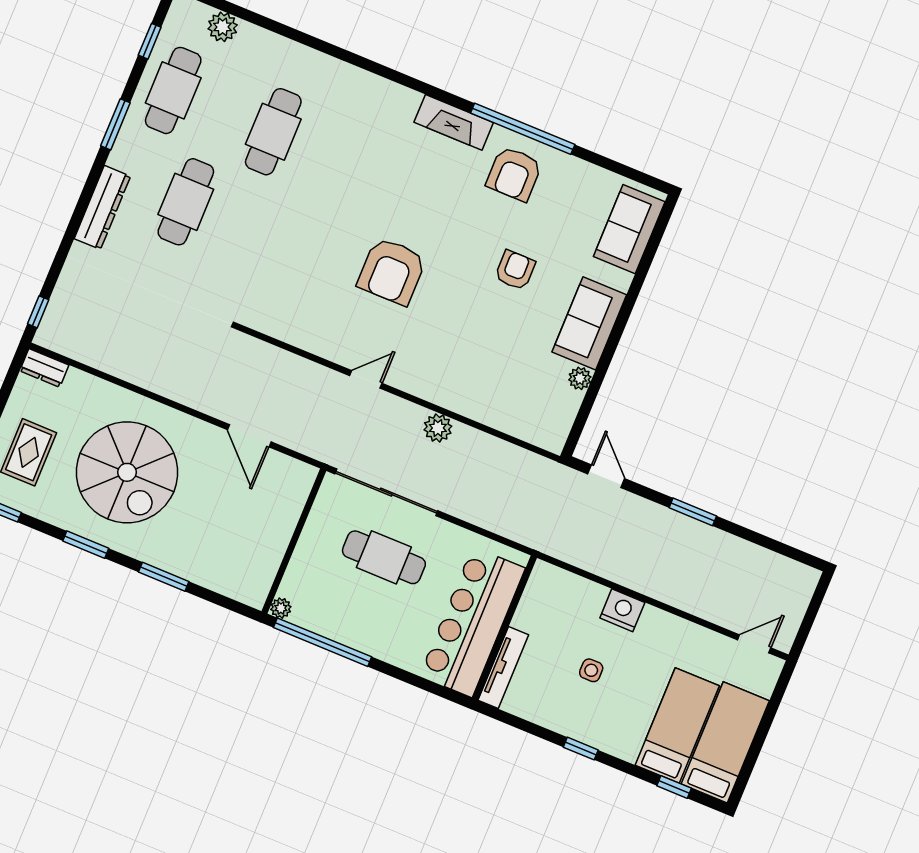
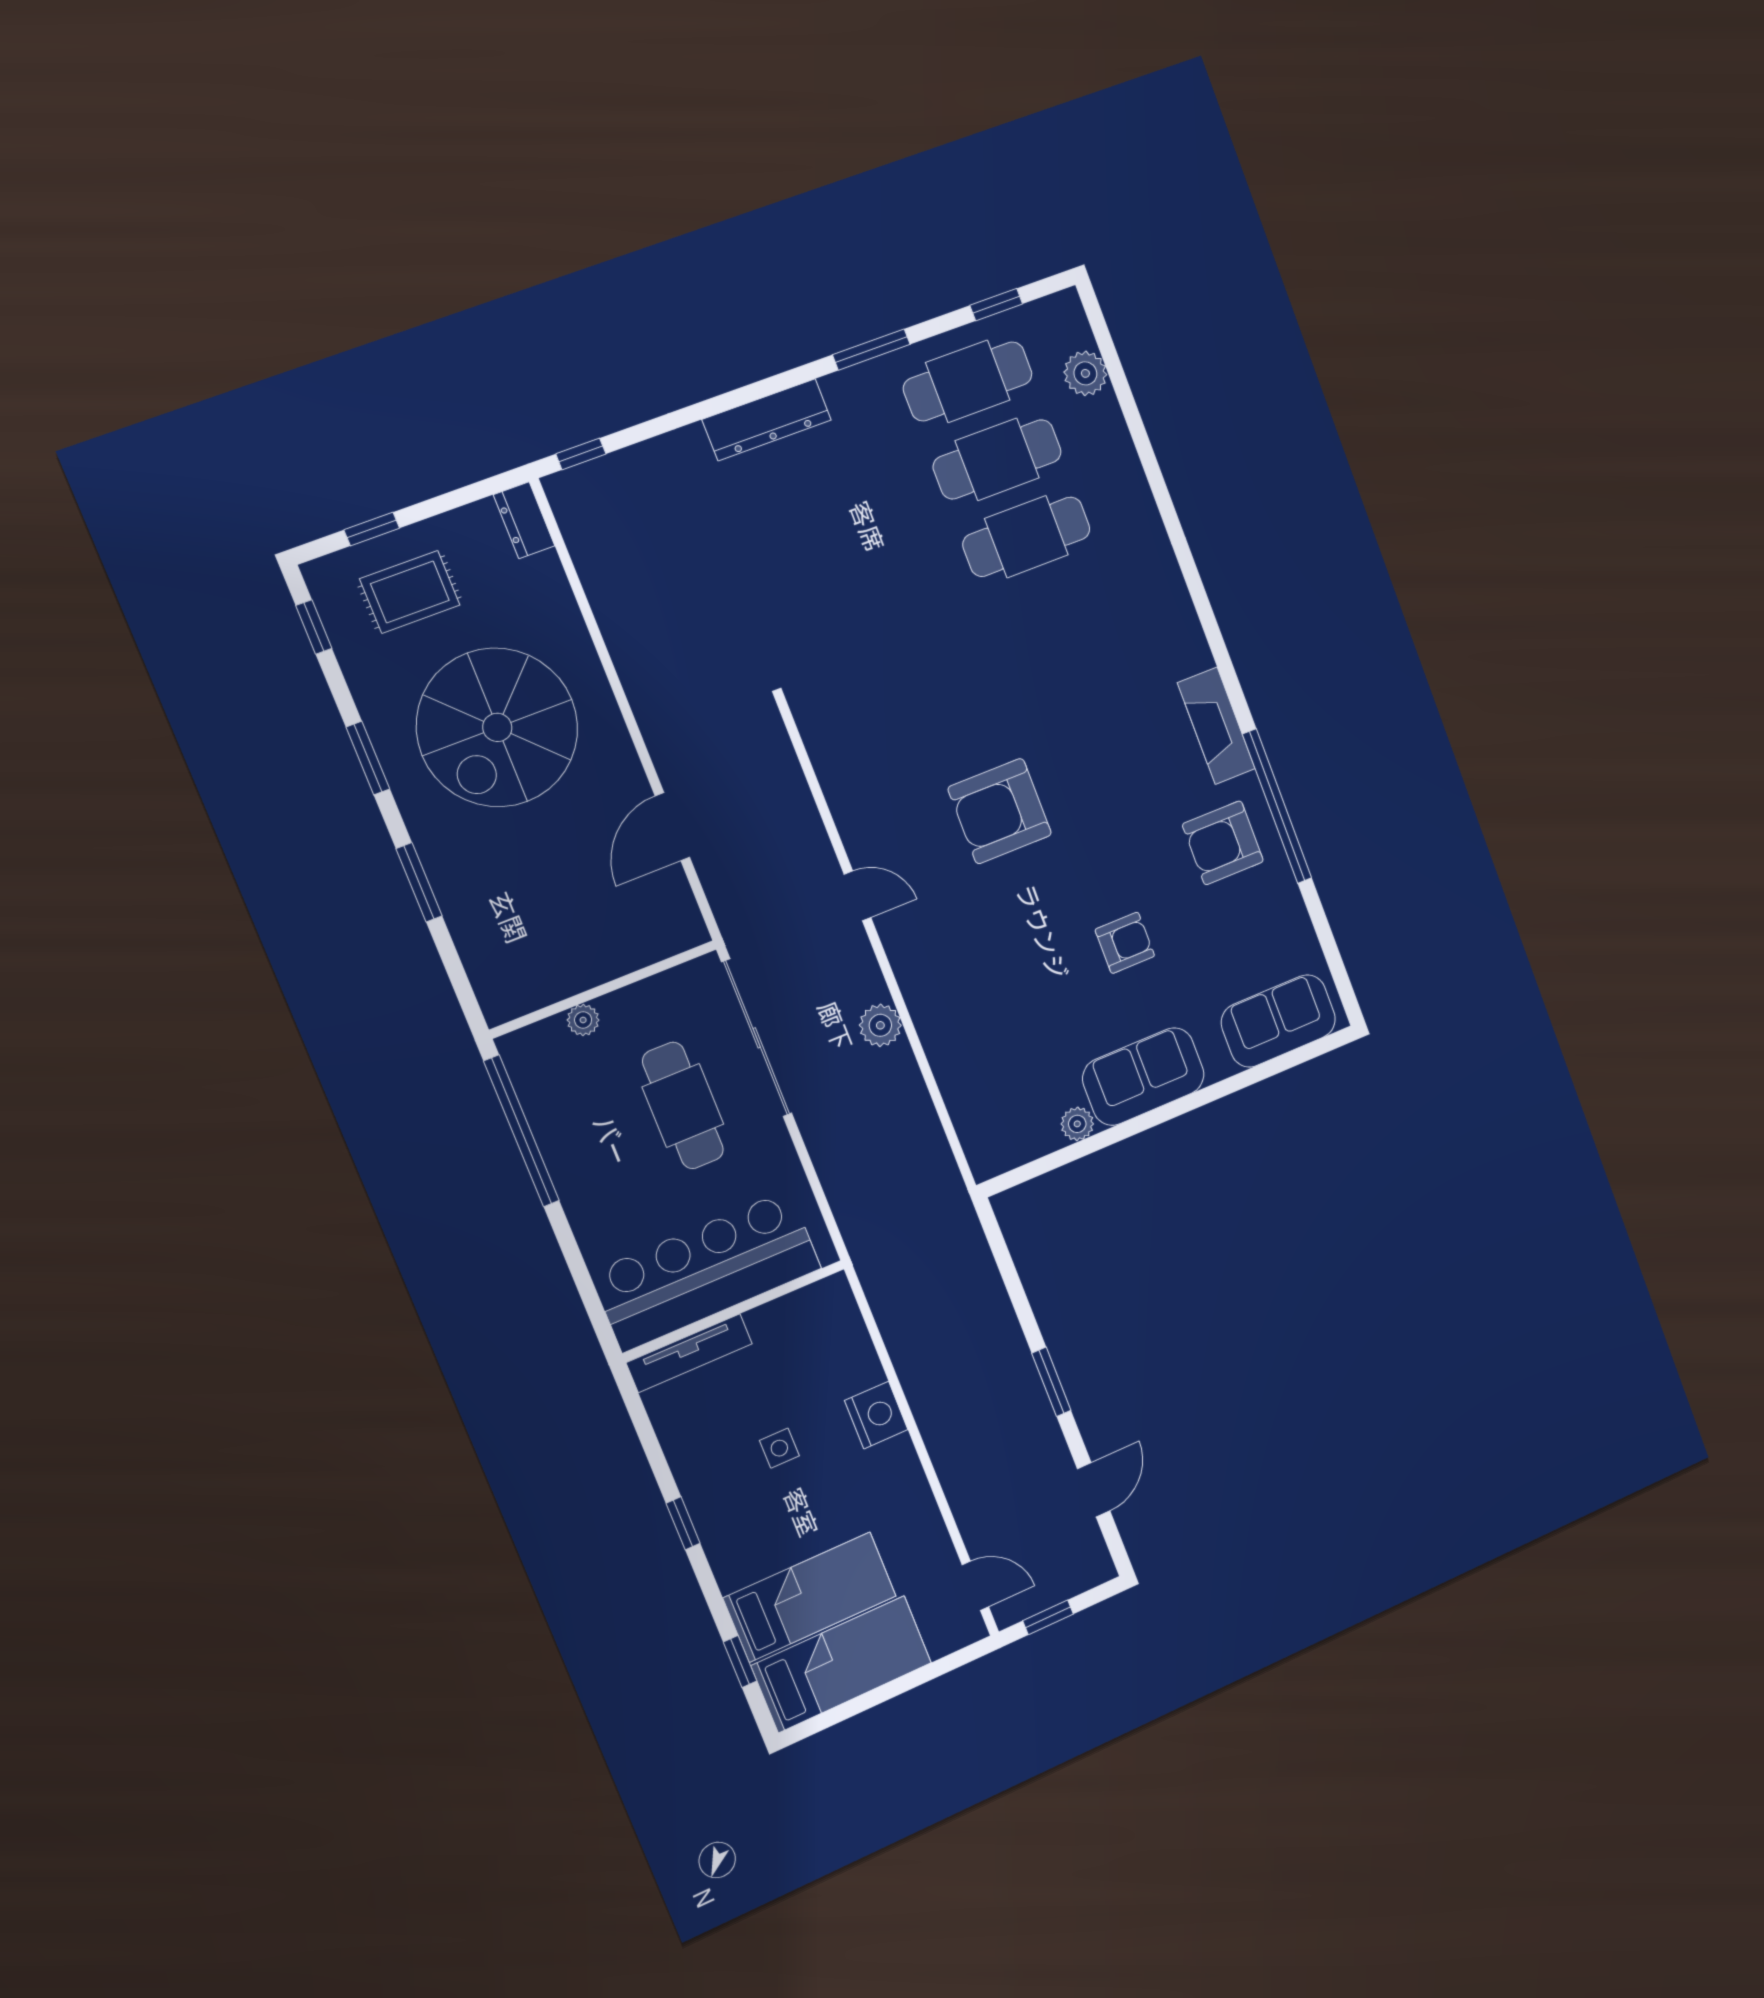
cafe table: (186, 202) -> (997, 459), moved
door: (606, 476) -> (1094, 1490), moved
plant: (281, 608) -> (583, 1020), moved
window: (807, 625) -> (1048, 1617), added

